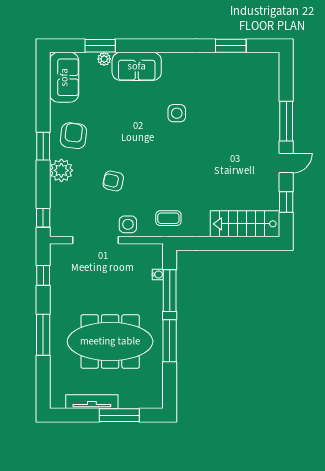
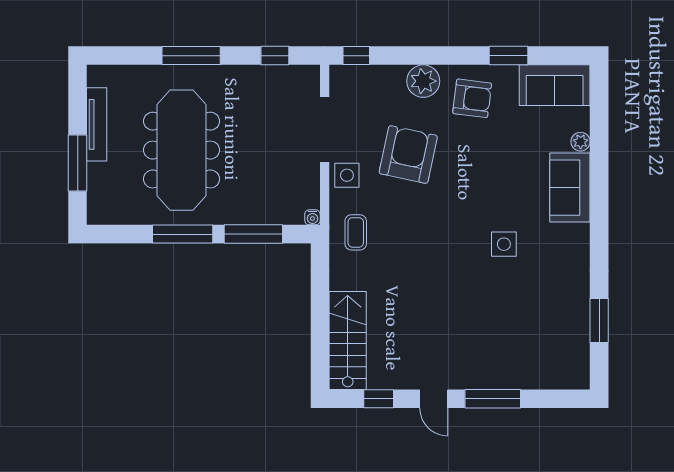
window: (100, 46) -> (599, 136), removed
window: (43, 146) -> (509, 56), moved
armchair: (113, 181) -> (408, 155), width x1.88, depth x1.88
water cooler: (158, 275) -> (312, 217), moved

